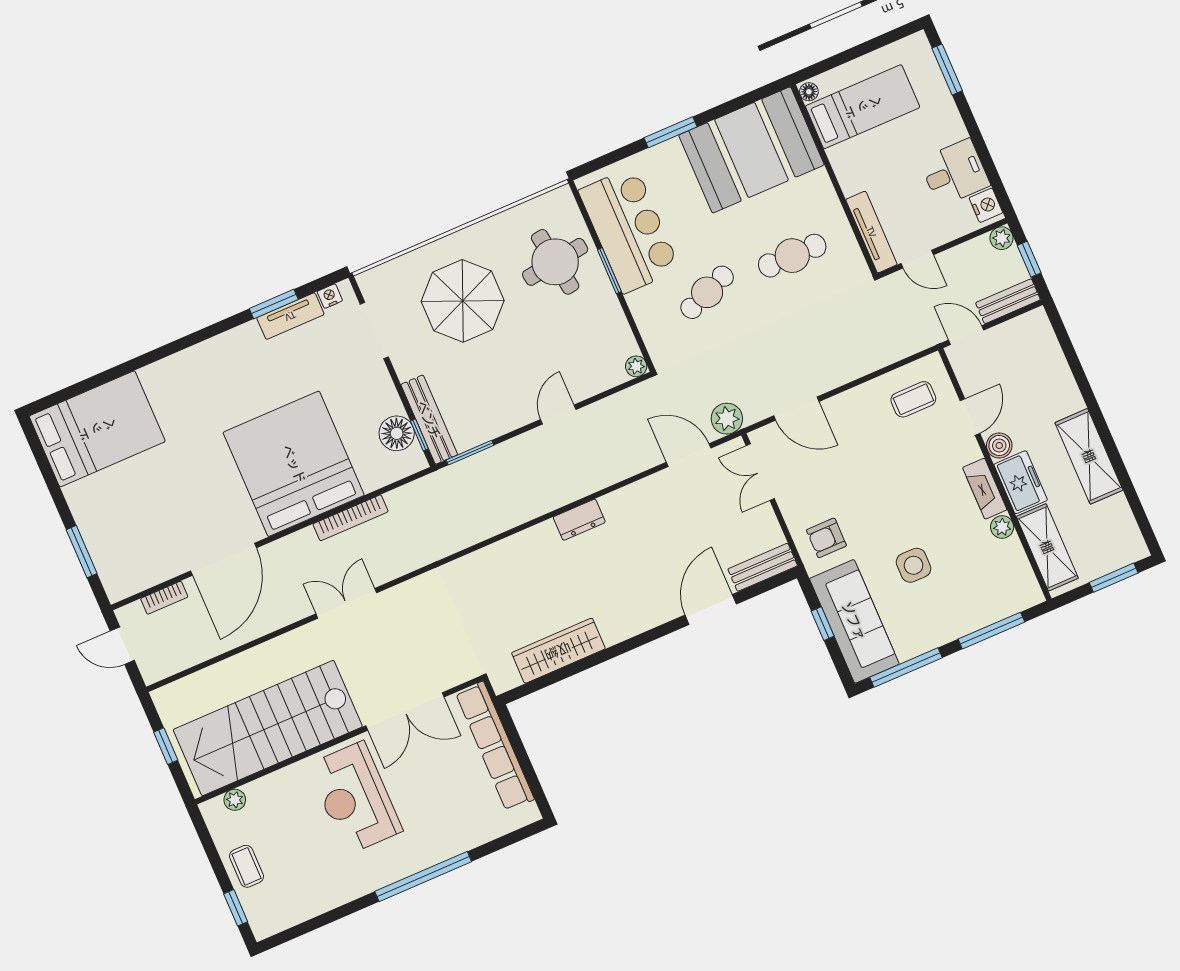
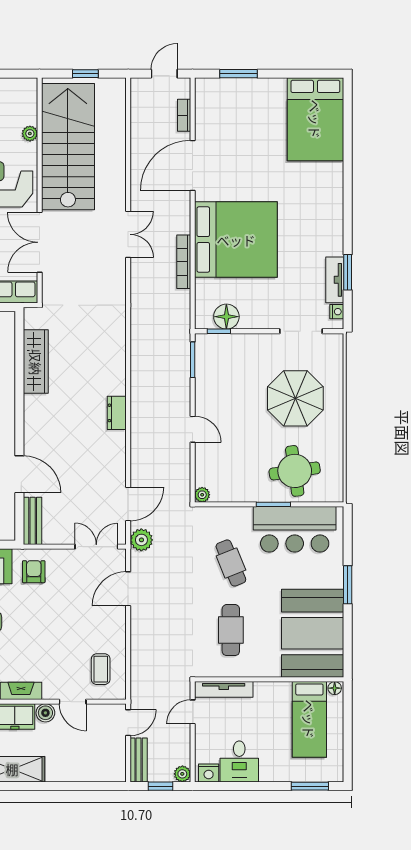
bench: (429, 420) -> (226, 342), removed
door: (223, 559) -> (193, 166), hinge flipped
plant: (235, 800) -> (30, 134), moved

